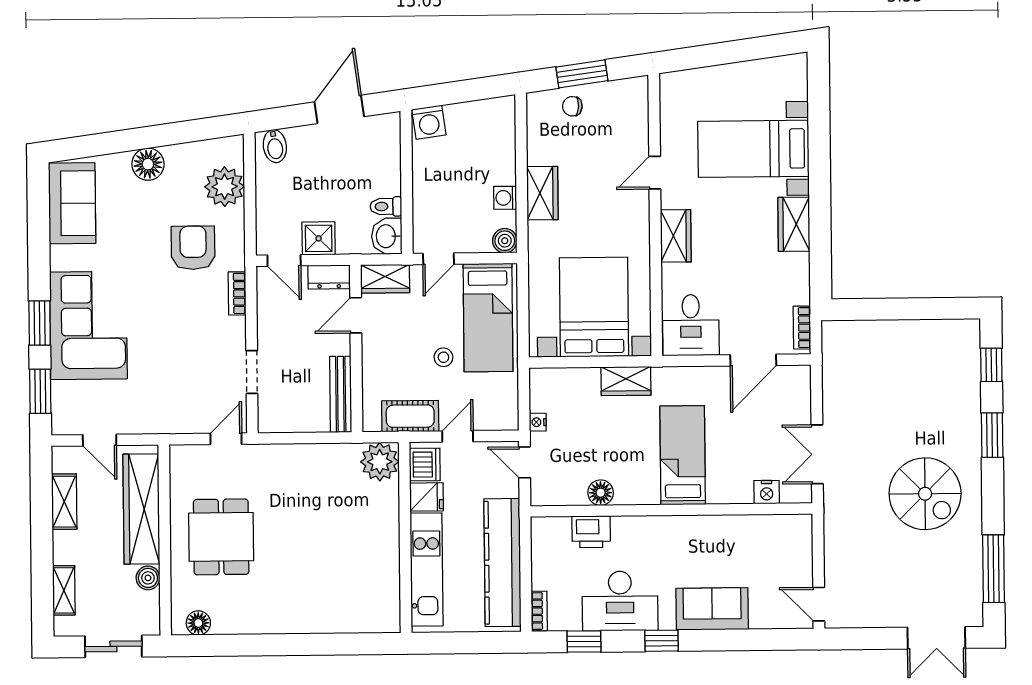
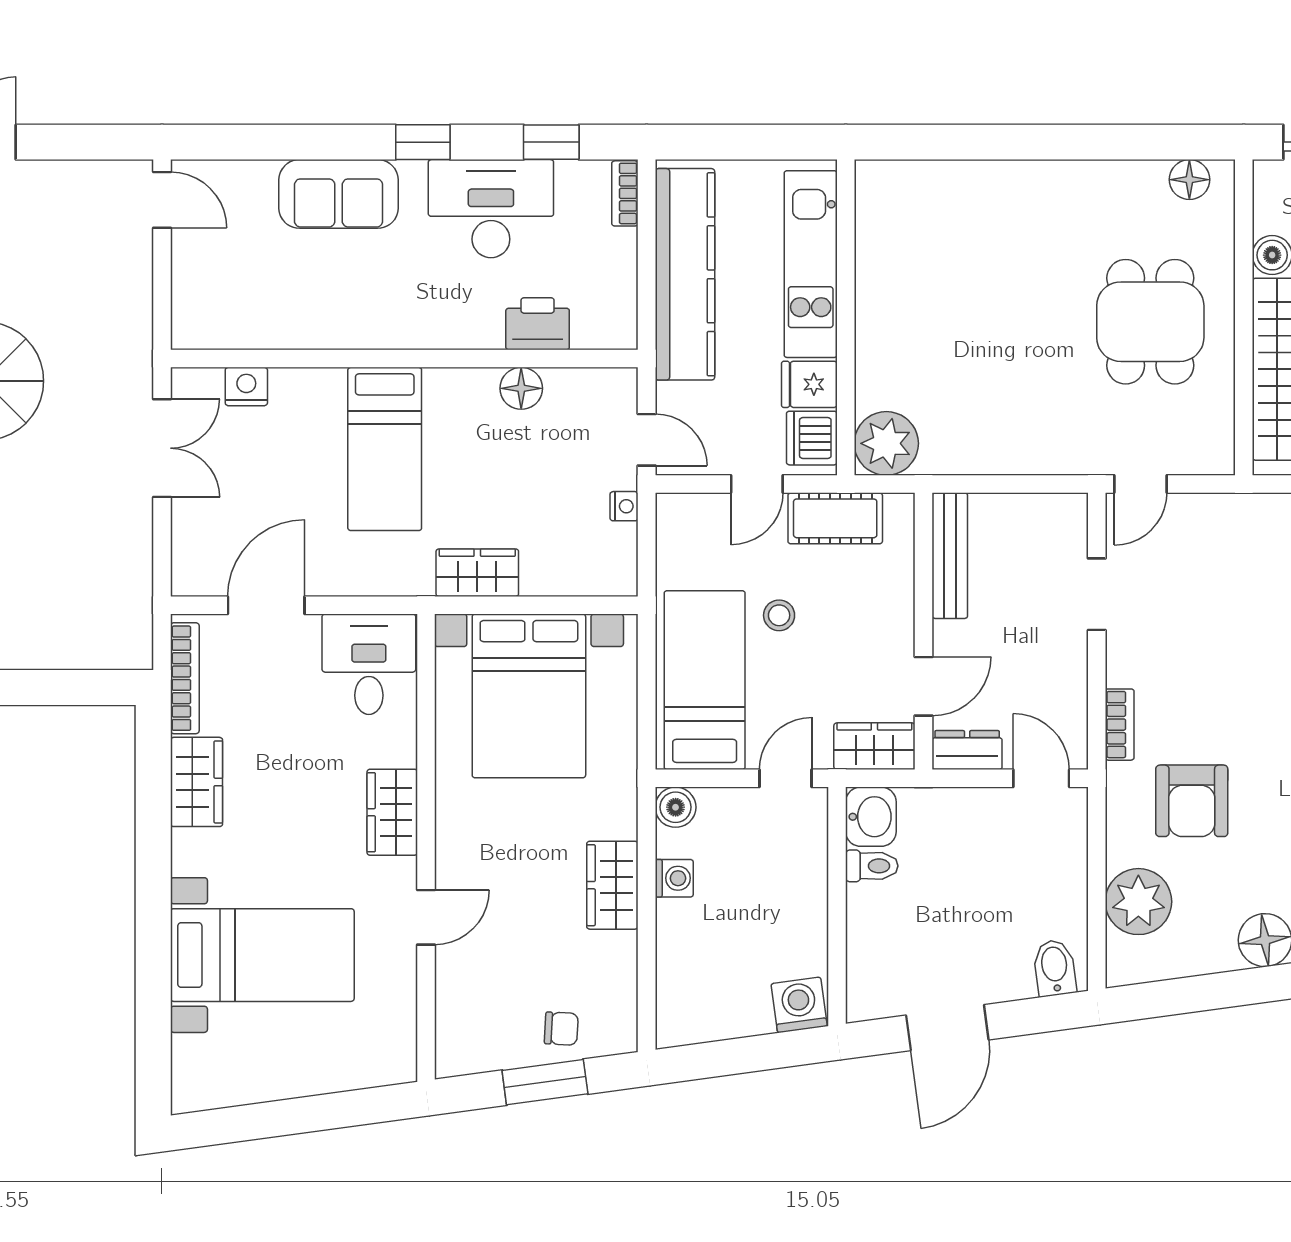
wardrobe: (794, 224) -> (197, 782), moved
shower: (319, 238) -> (984, 814), removed
bookcase: (802, 328) -> (185, 678), width x1.56

